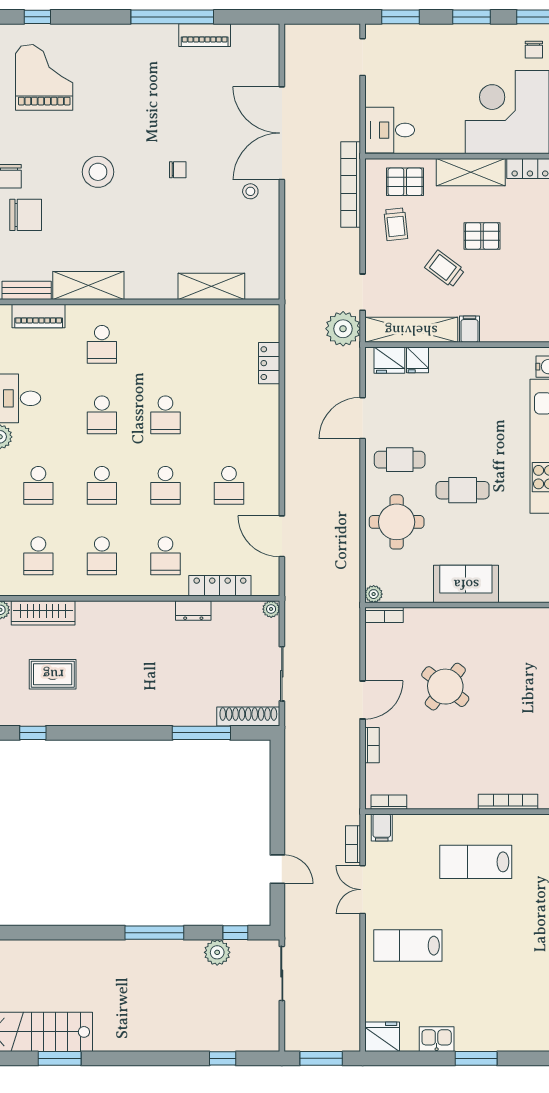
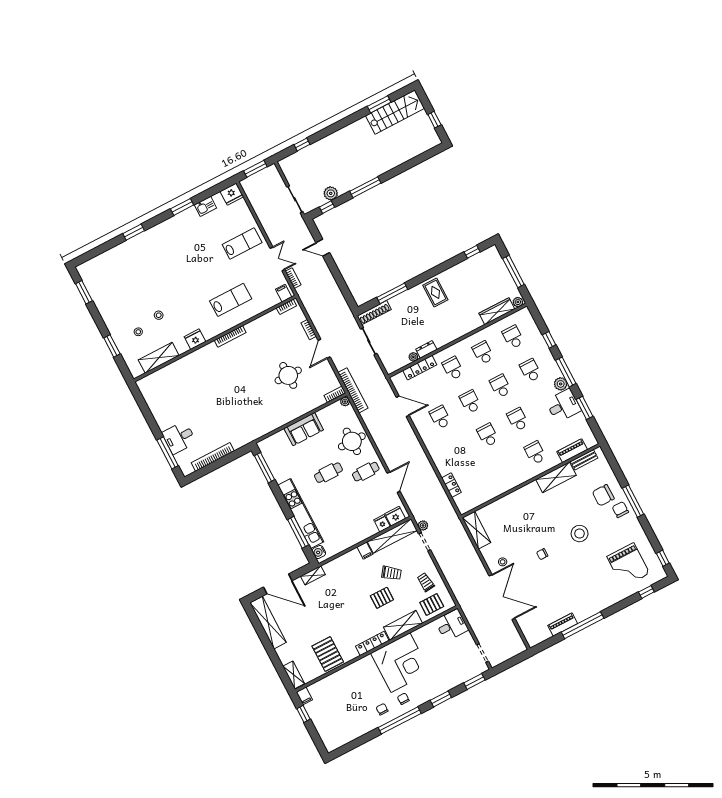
bookcase: (351, 184) -> (353, 390), moved
shelving: (211, 286) -> (477, 530), moved, turned 90
plant: (343, 329) -> (423, 525), width x0.53, depth x0.53
plant: (271, 609) -> (413, 357), moved
rug: (53, 674) -> (435, 292), moved, turned 90
round table: (445, 687) -> (288, 375), turned -38

